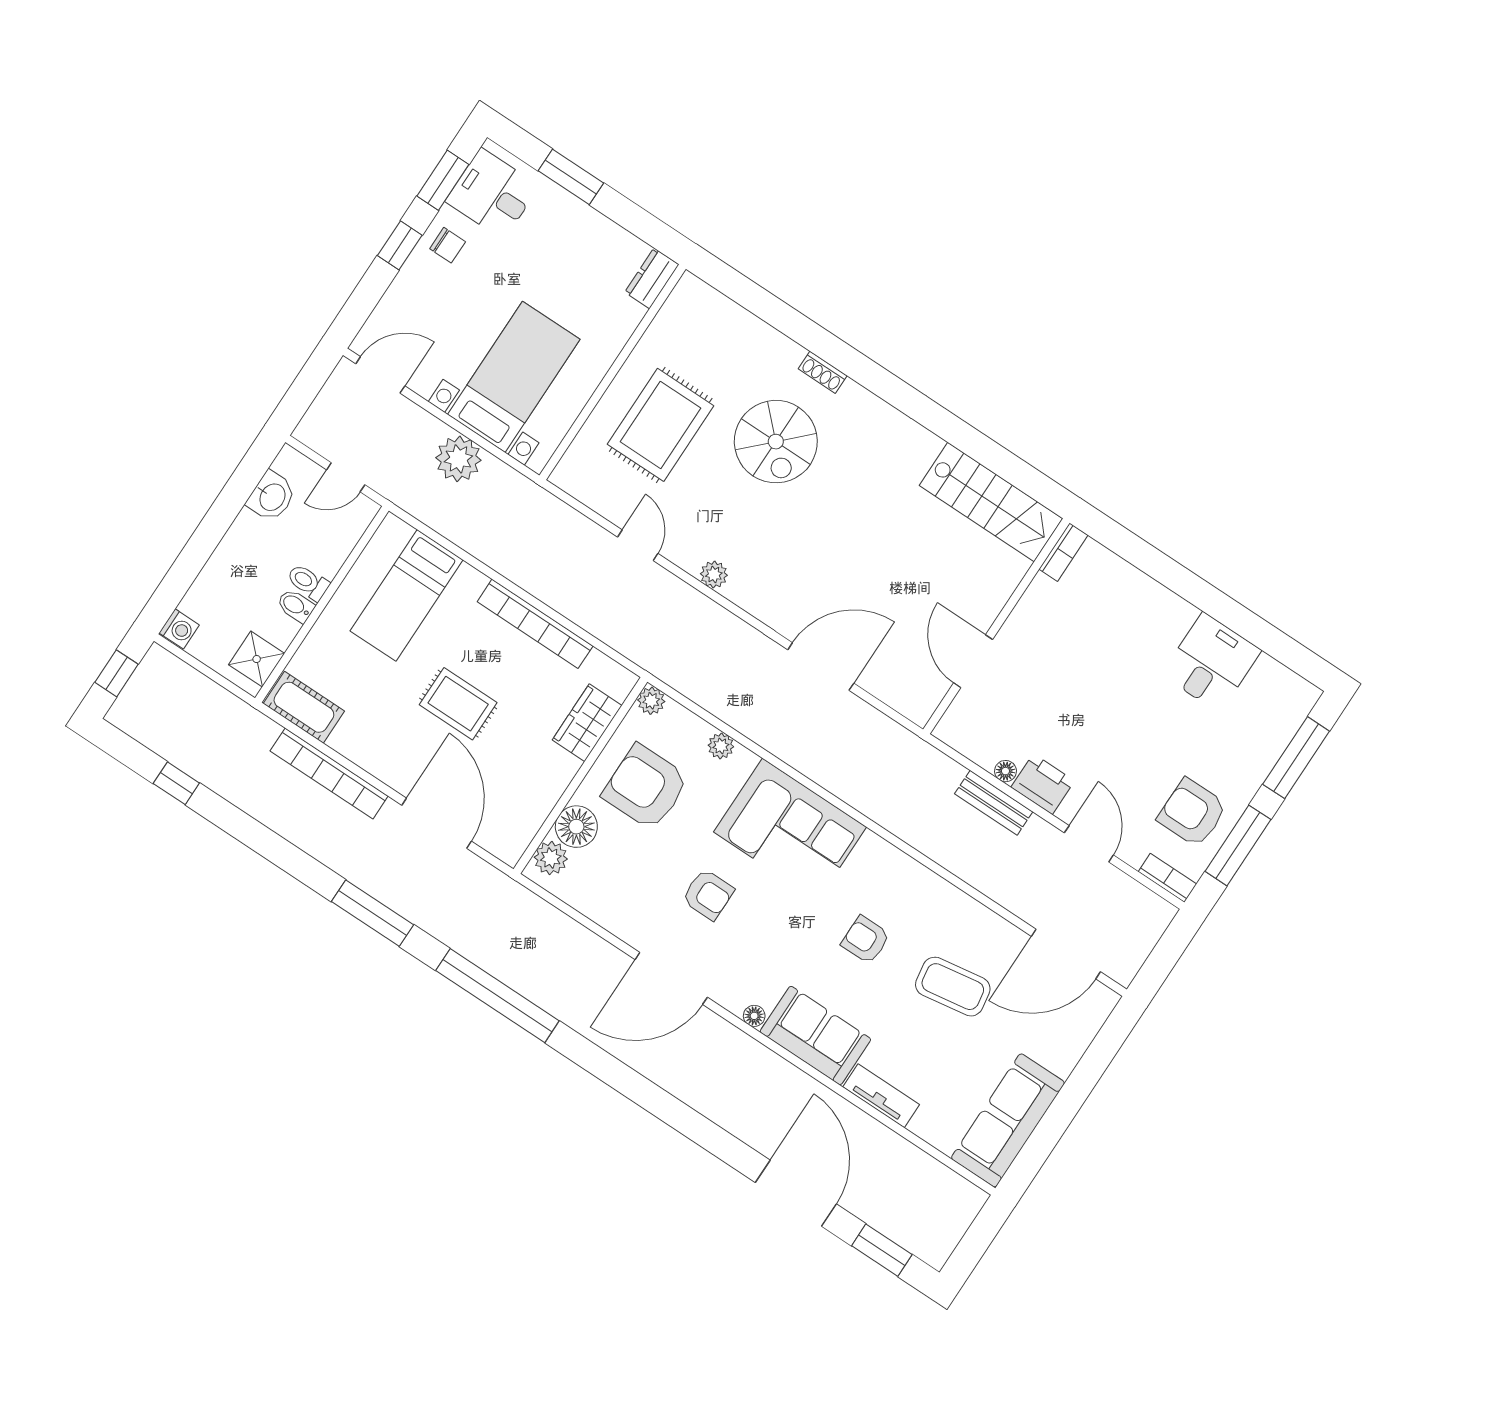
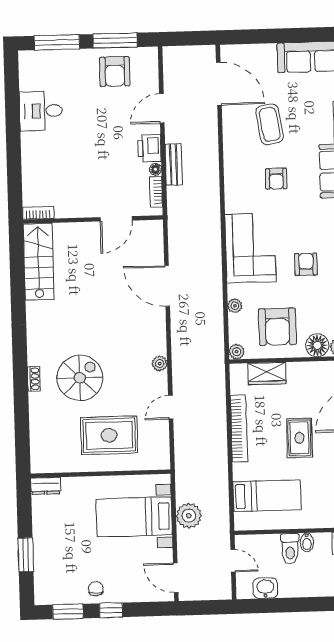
desk: (492, 194) -> (58, 585), removed
toilet: (308, 582) -> (290, 549), width x1.37, depth x1.39
bookcase: (1167, 878) -> (156, 192), moved

